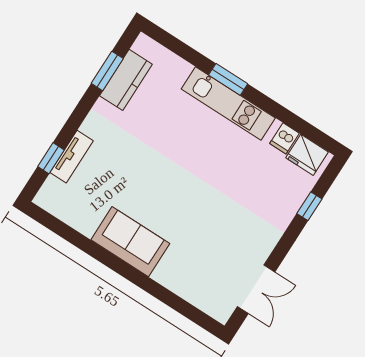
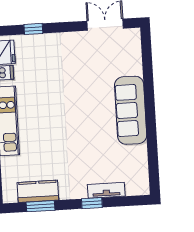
window: (51, 158) -> (92, 203), moved
sofa: (130, 242) -> (131, 110), width x1.36

